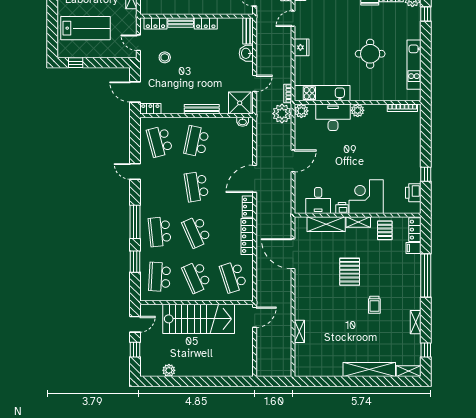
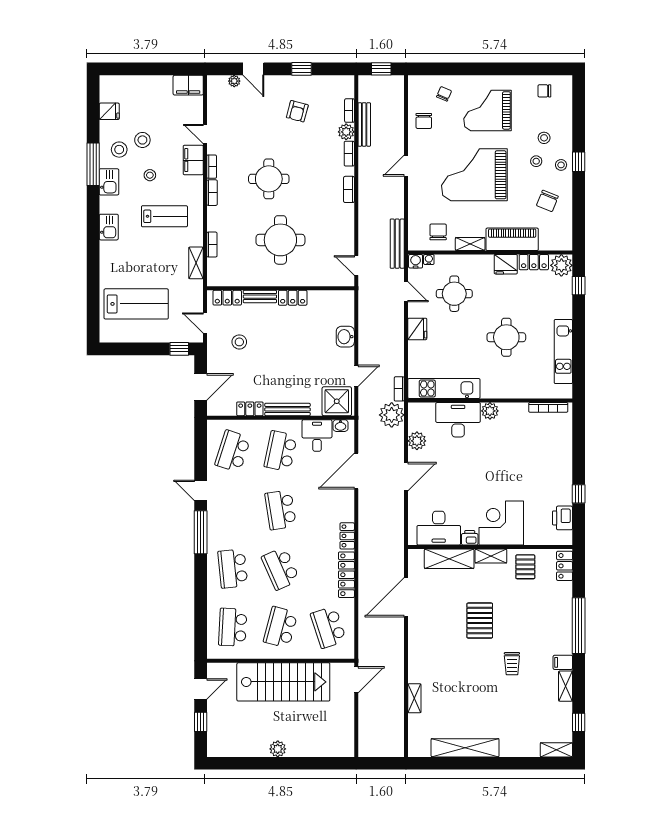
door: (293, 19) -> (406, 292), swing flipped
round table: (330, 20) -> (454, 294), added
bench: (248, 31) -> (348, 308), removed
window: (76, 63) -> (179, 349), moved
door: (135, 92) -> (201, 387), swing flipped
locker: (150, 109) -> (250, 409), moved
plant: (301, 111) -> (417, 441), moved
desk: (224, 129) -> (317, 435), added
school desk: (160, 141) -> (233, 451), turned 33
door: (255, 179) -> (356, 471), moved
desk: (318, 201) -> (439, 528), width x1.37
window: (135, 222) -> (201, 532), moved
filing cabinet: (414, 248) -> (563, 662), moved
door: (293, 254) -> (406, 597), hinge flipped
window: (135, 262) -> (201, 607), removed
school desk: (196, 277) -> (281, 627), turned 39
plant: (169, 370) -> (278, 749), moved
shelving: (369, 370) -> (465, 748), moved

